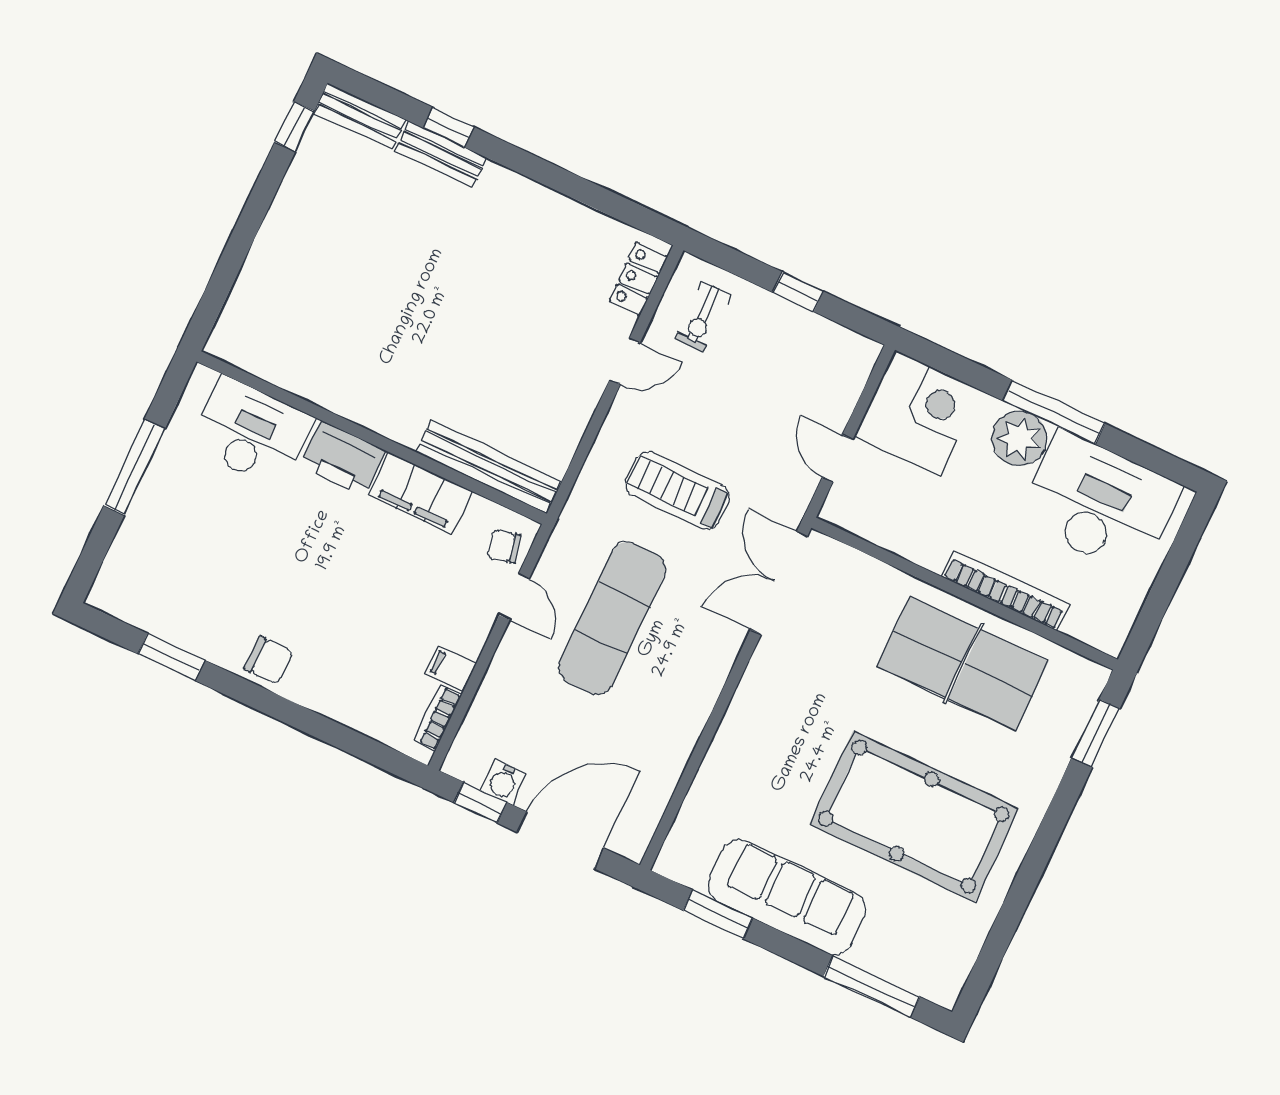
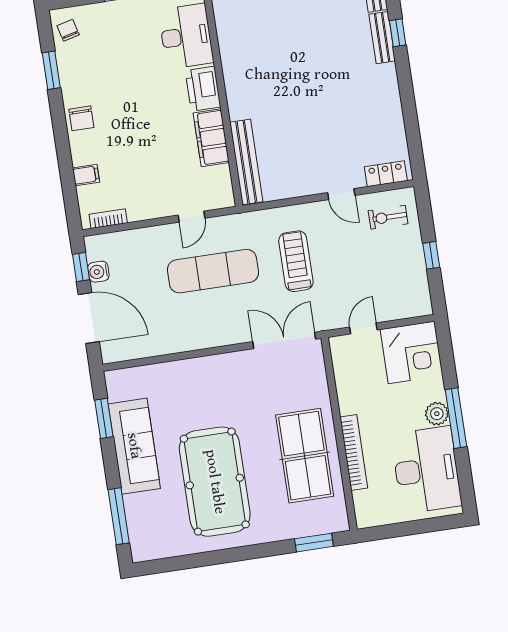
plant: (1019, 439) -> (437, 414), width x0.73, depth x0.73
chair: (504, 547) -> (68, 30), moved
filing cabinet: (451, 669) -> (86, 175), moved, turned 90

